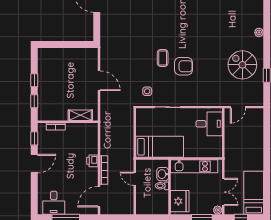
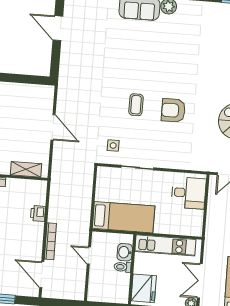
armchair: (183, 66) -> (173, 110), moved, turned 180
printer: (92, 161) -> (38, 213), moved
double door: (223, 192) -> (200, 281), swing flipped
door: (99, 197) -> (42, 275), hinge flipped

